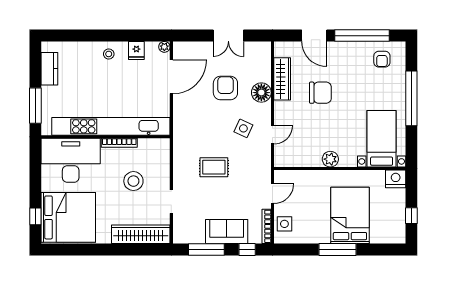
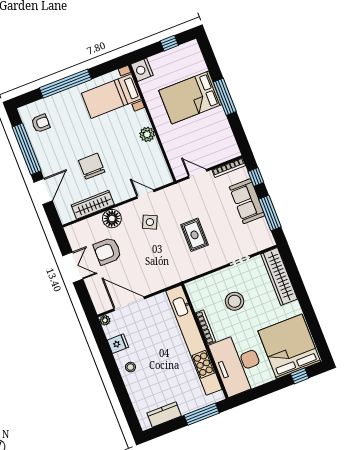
armchair: (225, 88) -> (107, 251), moved
side table: (284, 224) -> (220, 153), removed

